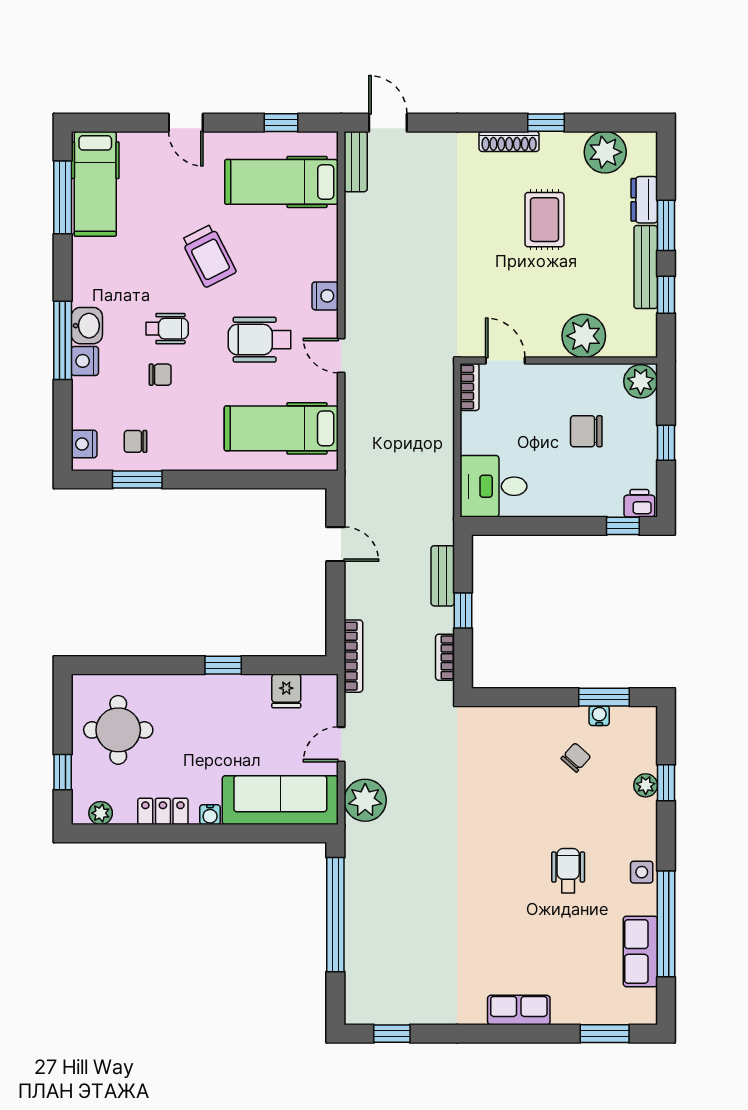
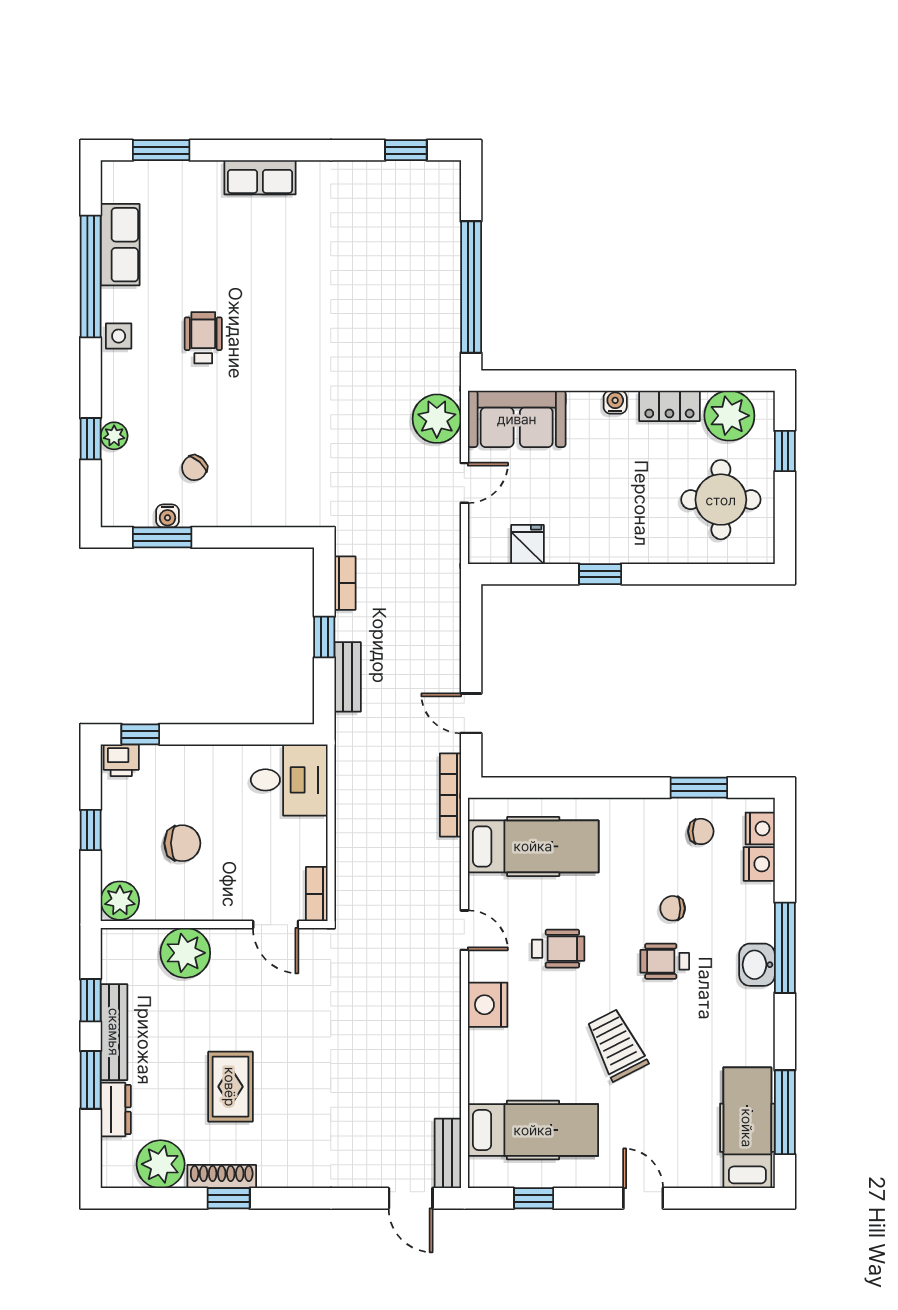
shoe rack: (509, 141) -> (222, 1177), moved
nightstand: (325, 296) -> (488, 1005), width x1.36, depth x1.33
wheelchair: (260, 340) -> (558, 949), width x0.73, depth x0.73
nightstand: (85, 361) -> (759, 864), moved
bookcase: (353, 656) -> (450, 795), moved
sofa: (280, 800) -> (517, 419), width x0.73
plant: (101, 813) -> (729, 416), width x1.87, depth x1.87
wheelchair: (568, 871) -> (203, 338), turned 180

